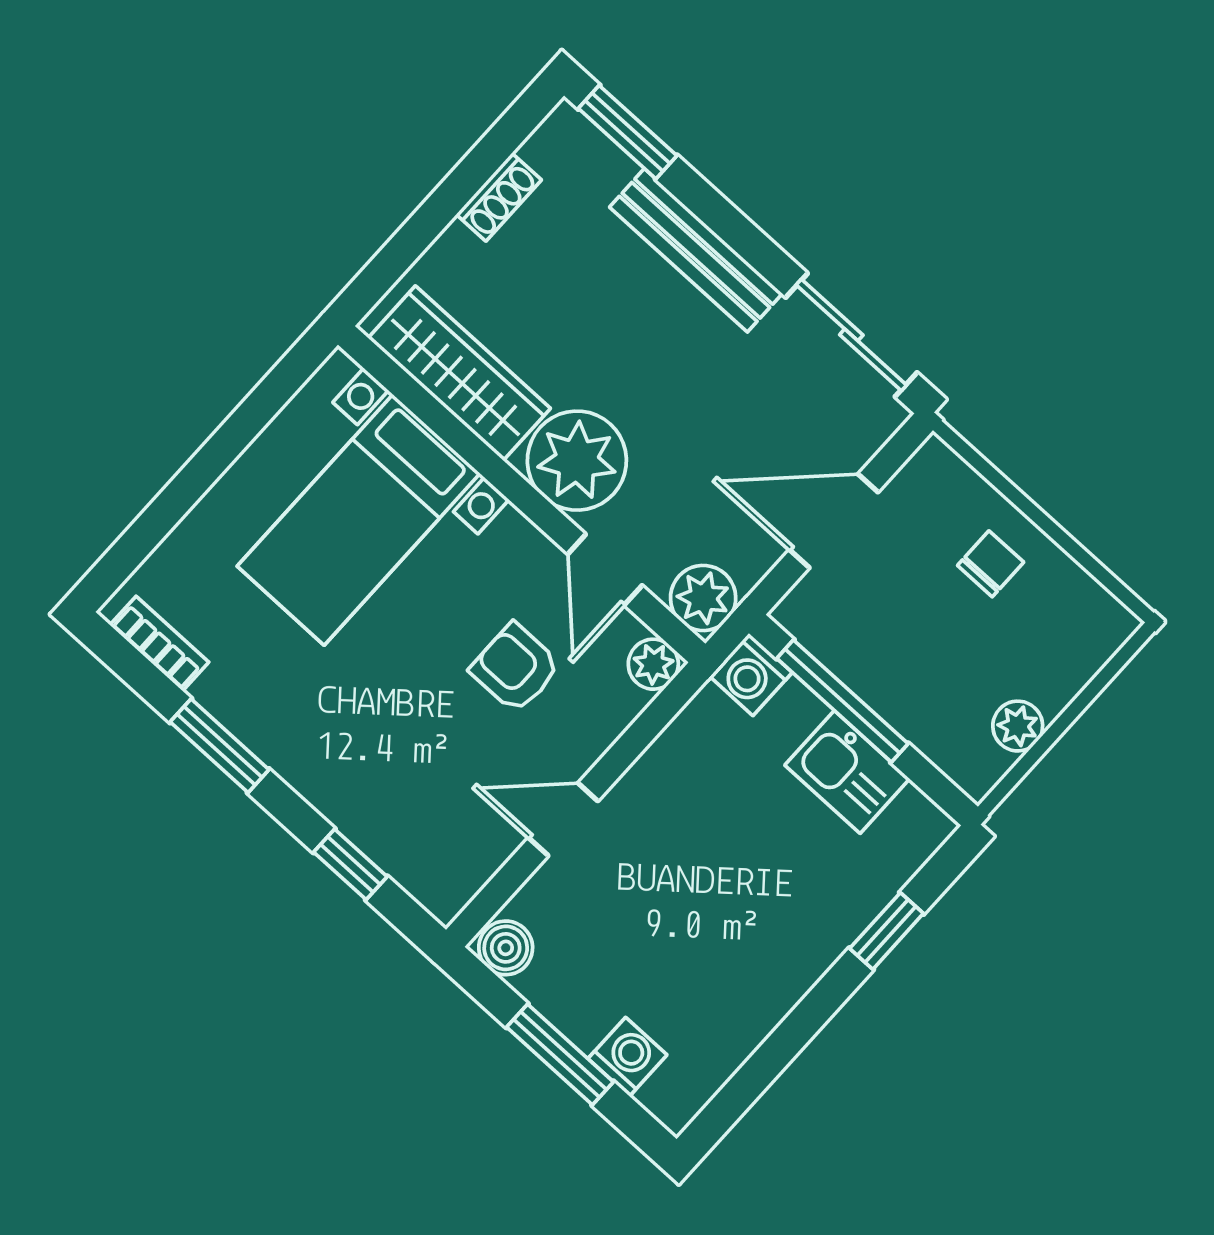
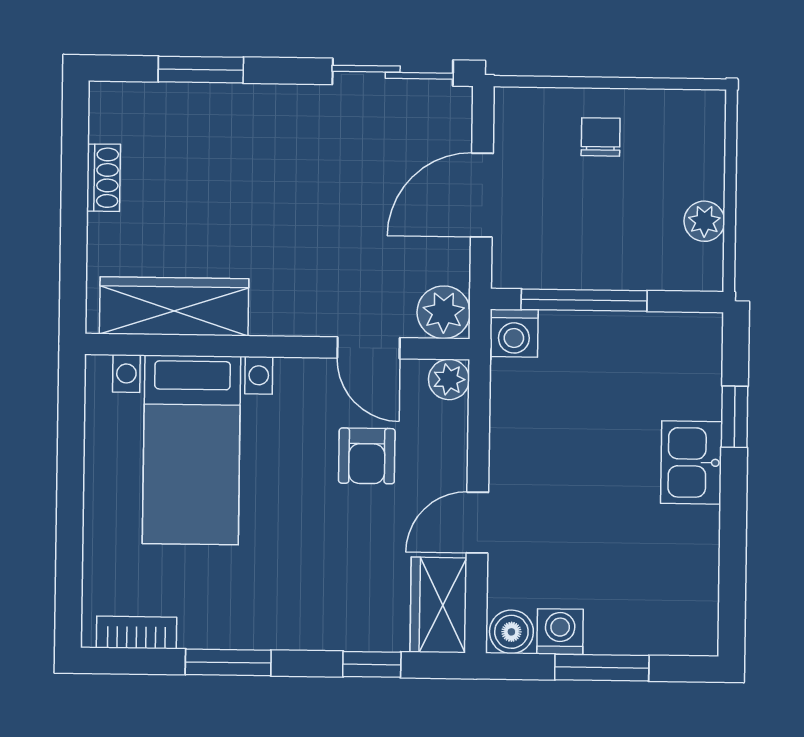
window: (628, 132) -> (201, 70), moved
bench: (696, 250) -> (252, 104), removed
plant: (577, 461) -> (293, 296), removed
armchair: (515, 668) -> (367, 456), turned -90
kitchen sink: (847, 772) -> (691, 462), moved, turned 90
wardrobe: (460, 864) -> (438, 605), added
washing machine: (627, 1057) -> (560, 632), moved

